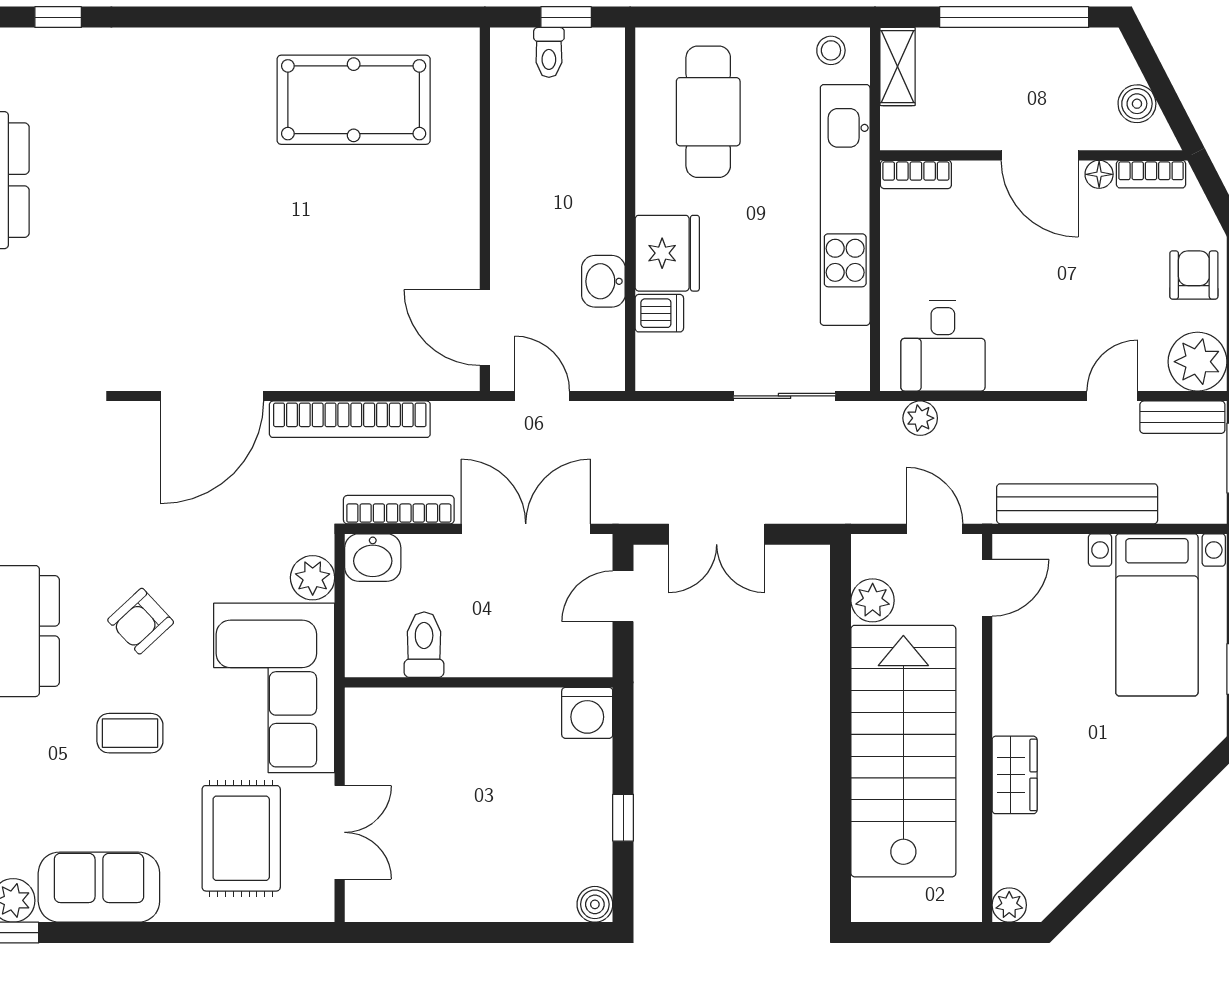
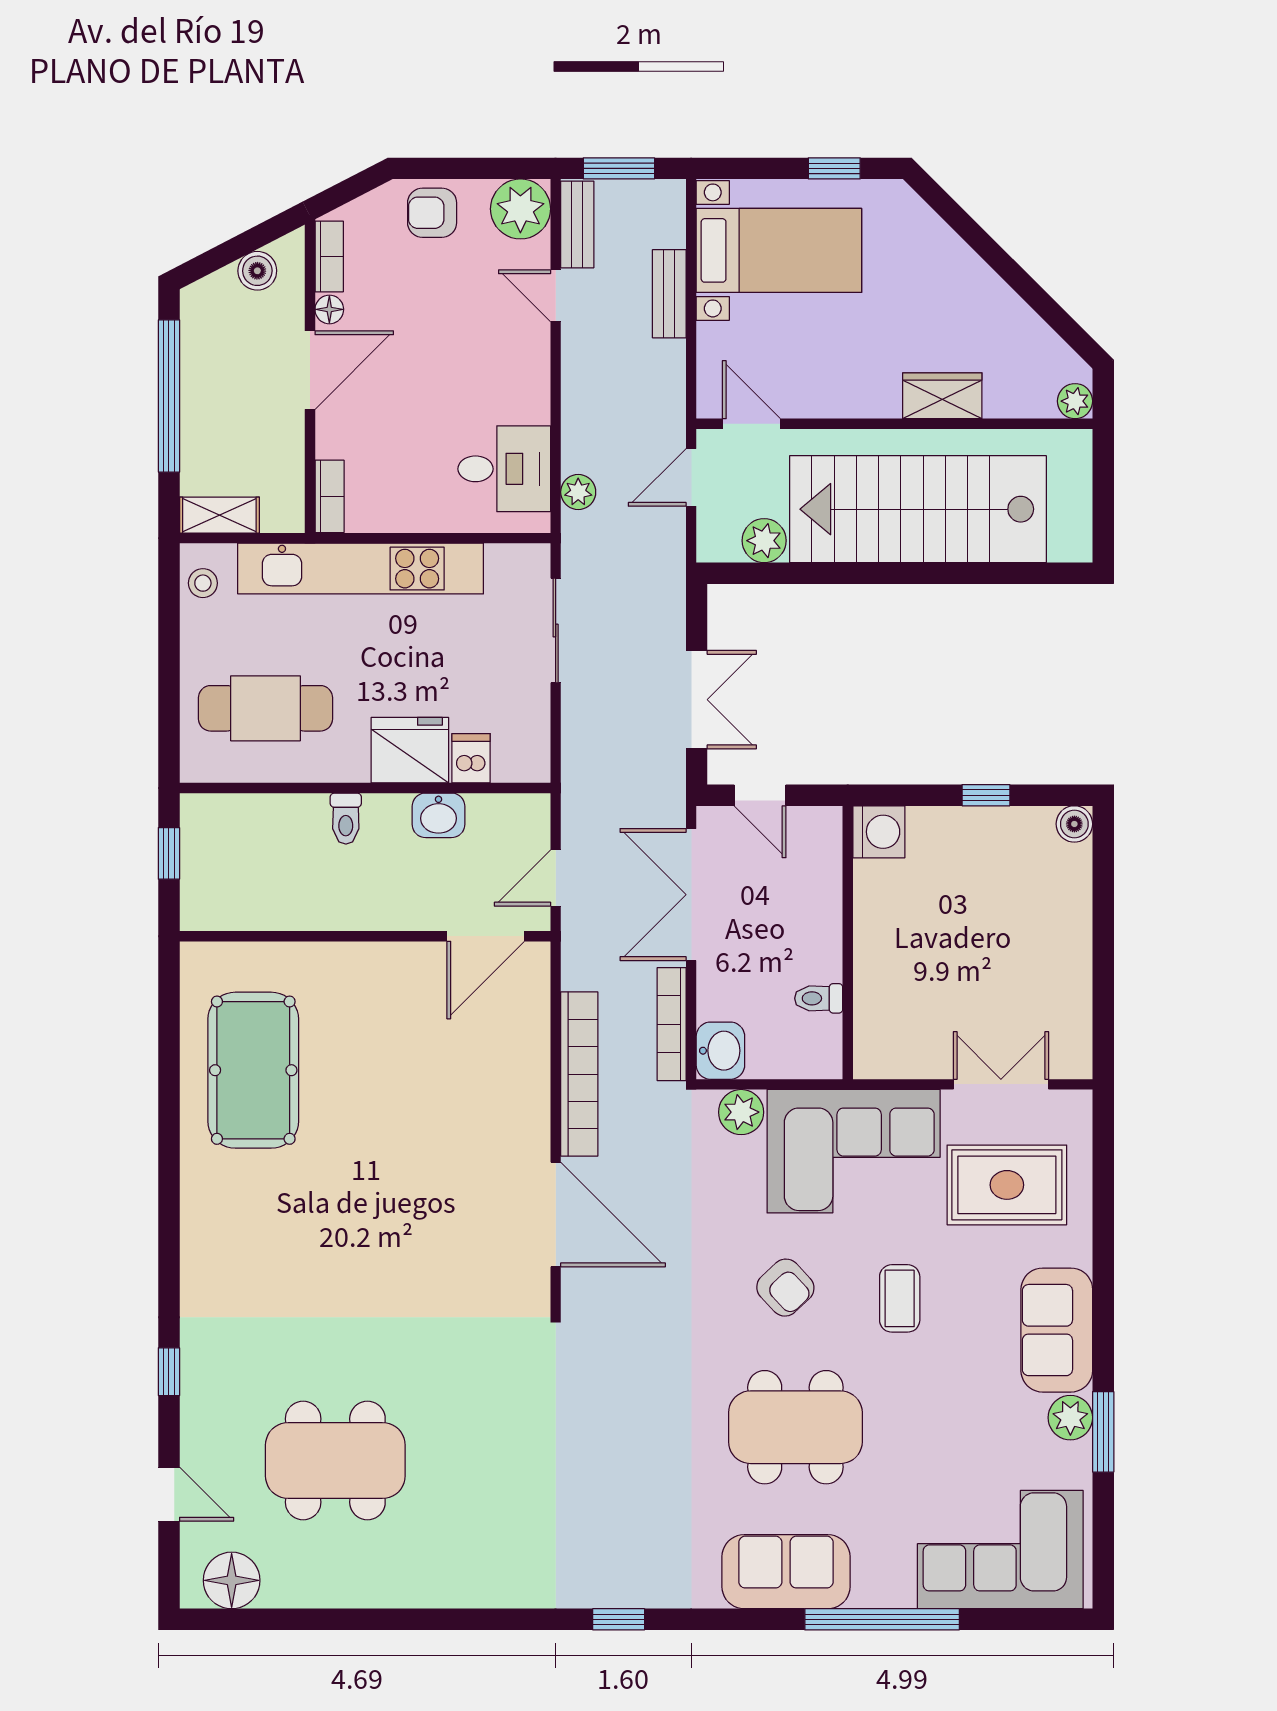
toilet: (549, 52) -> (346, 819), moved, turned 90
bench: (1077, 504) -> (669, 294), width x0.54, depth x0.82
toilet: (424, 645) -> (819, 998), width x0.73, depth x0.72

